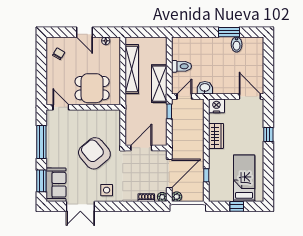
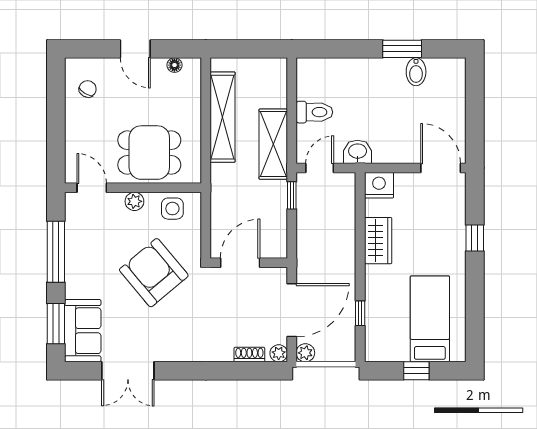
plant: (84, 115) -> (134, 201), added
side table: (107, 190) -> (172, 209), moved

